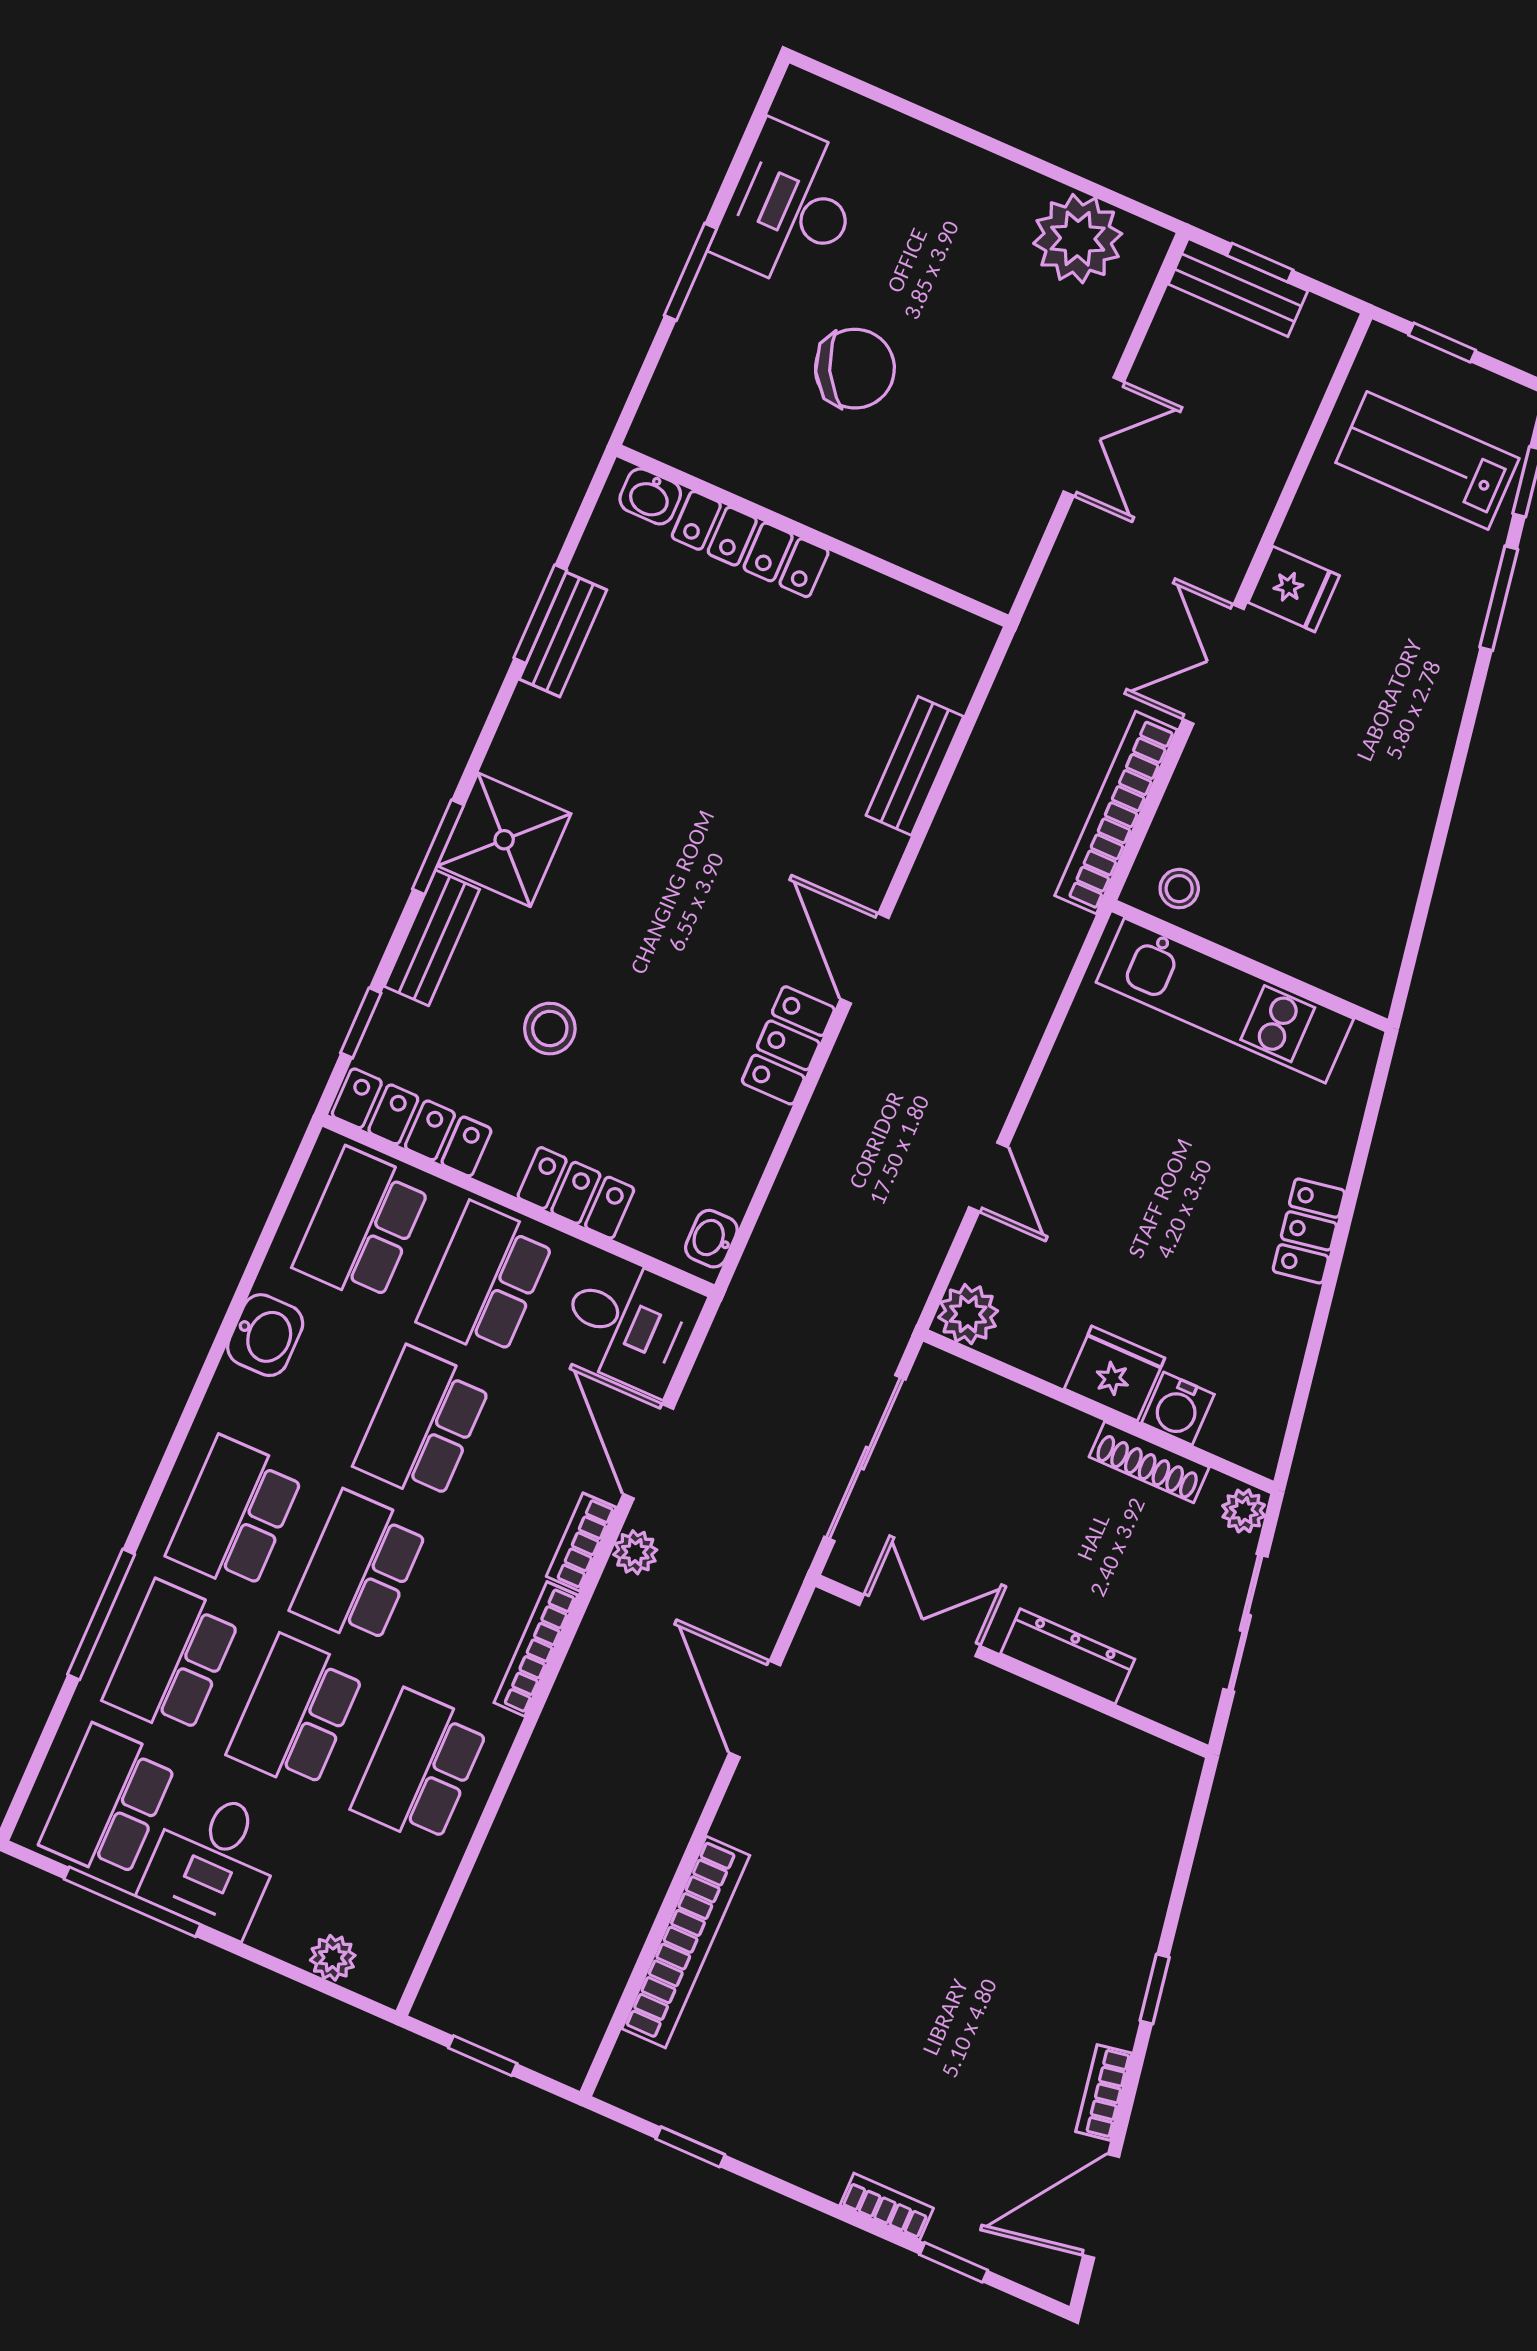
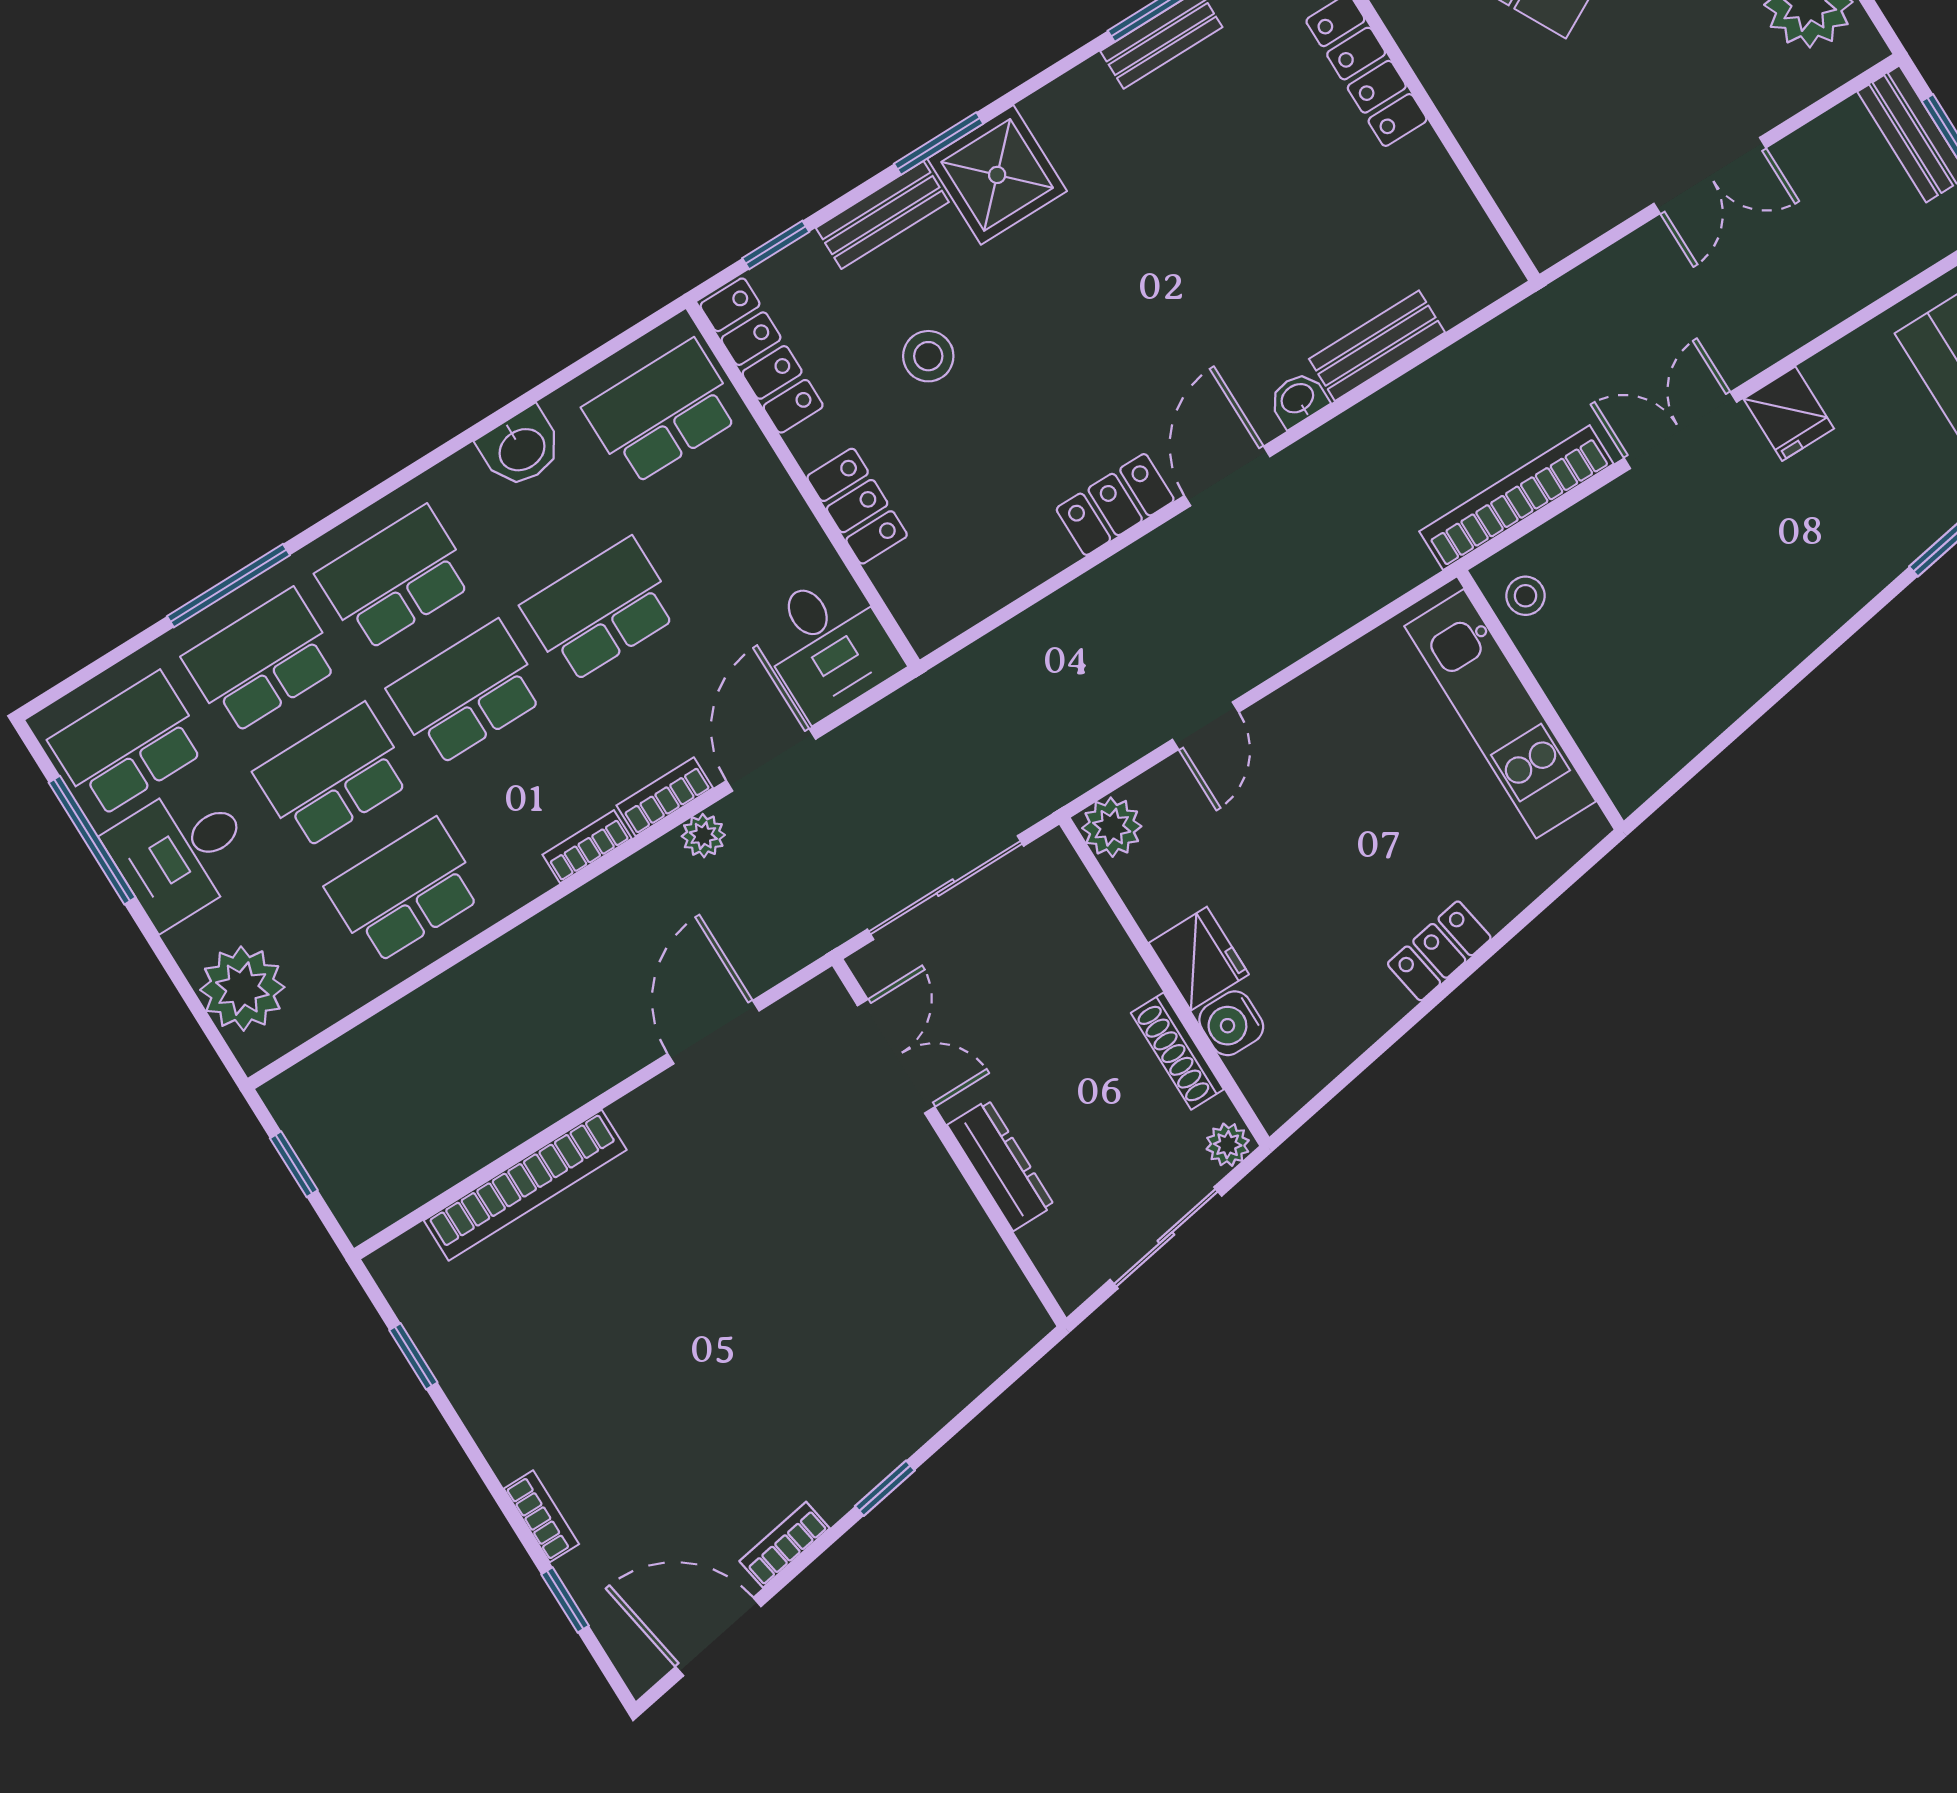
washbasin: (711, 1239) -> (1298, 399), moved
school desk: (486, 1280) -> (734, 527), removed
bookcase: (536, 1649) -> (587, 847), width x0.64
plant: (333, 1958) -> (242, 989), width x1.88, depth x1.88

